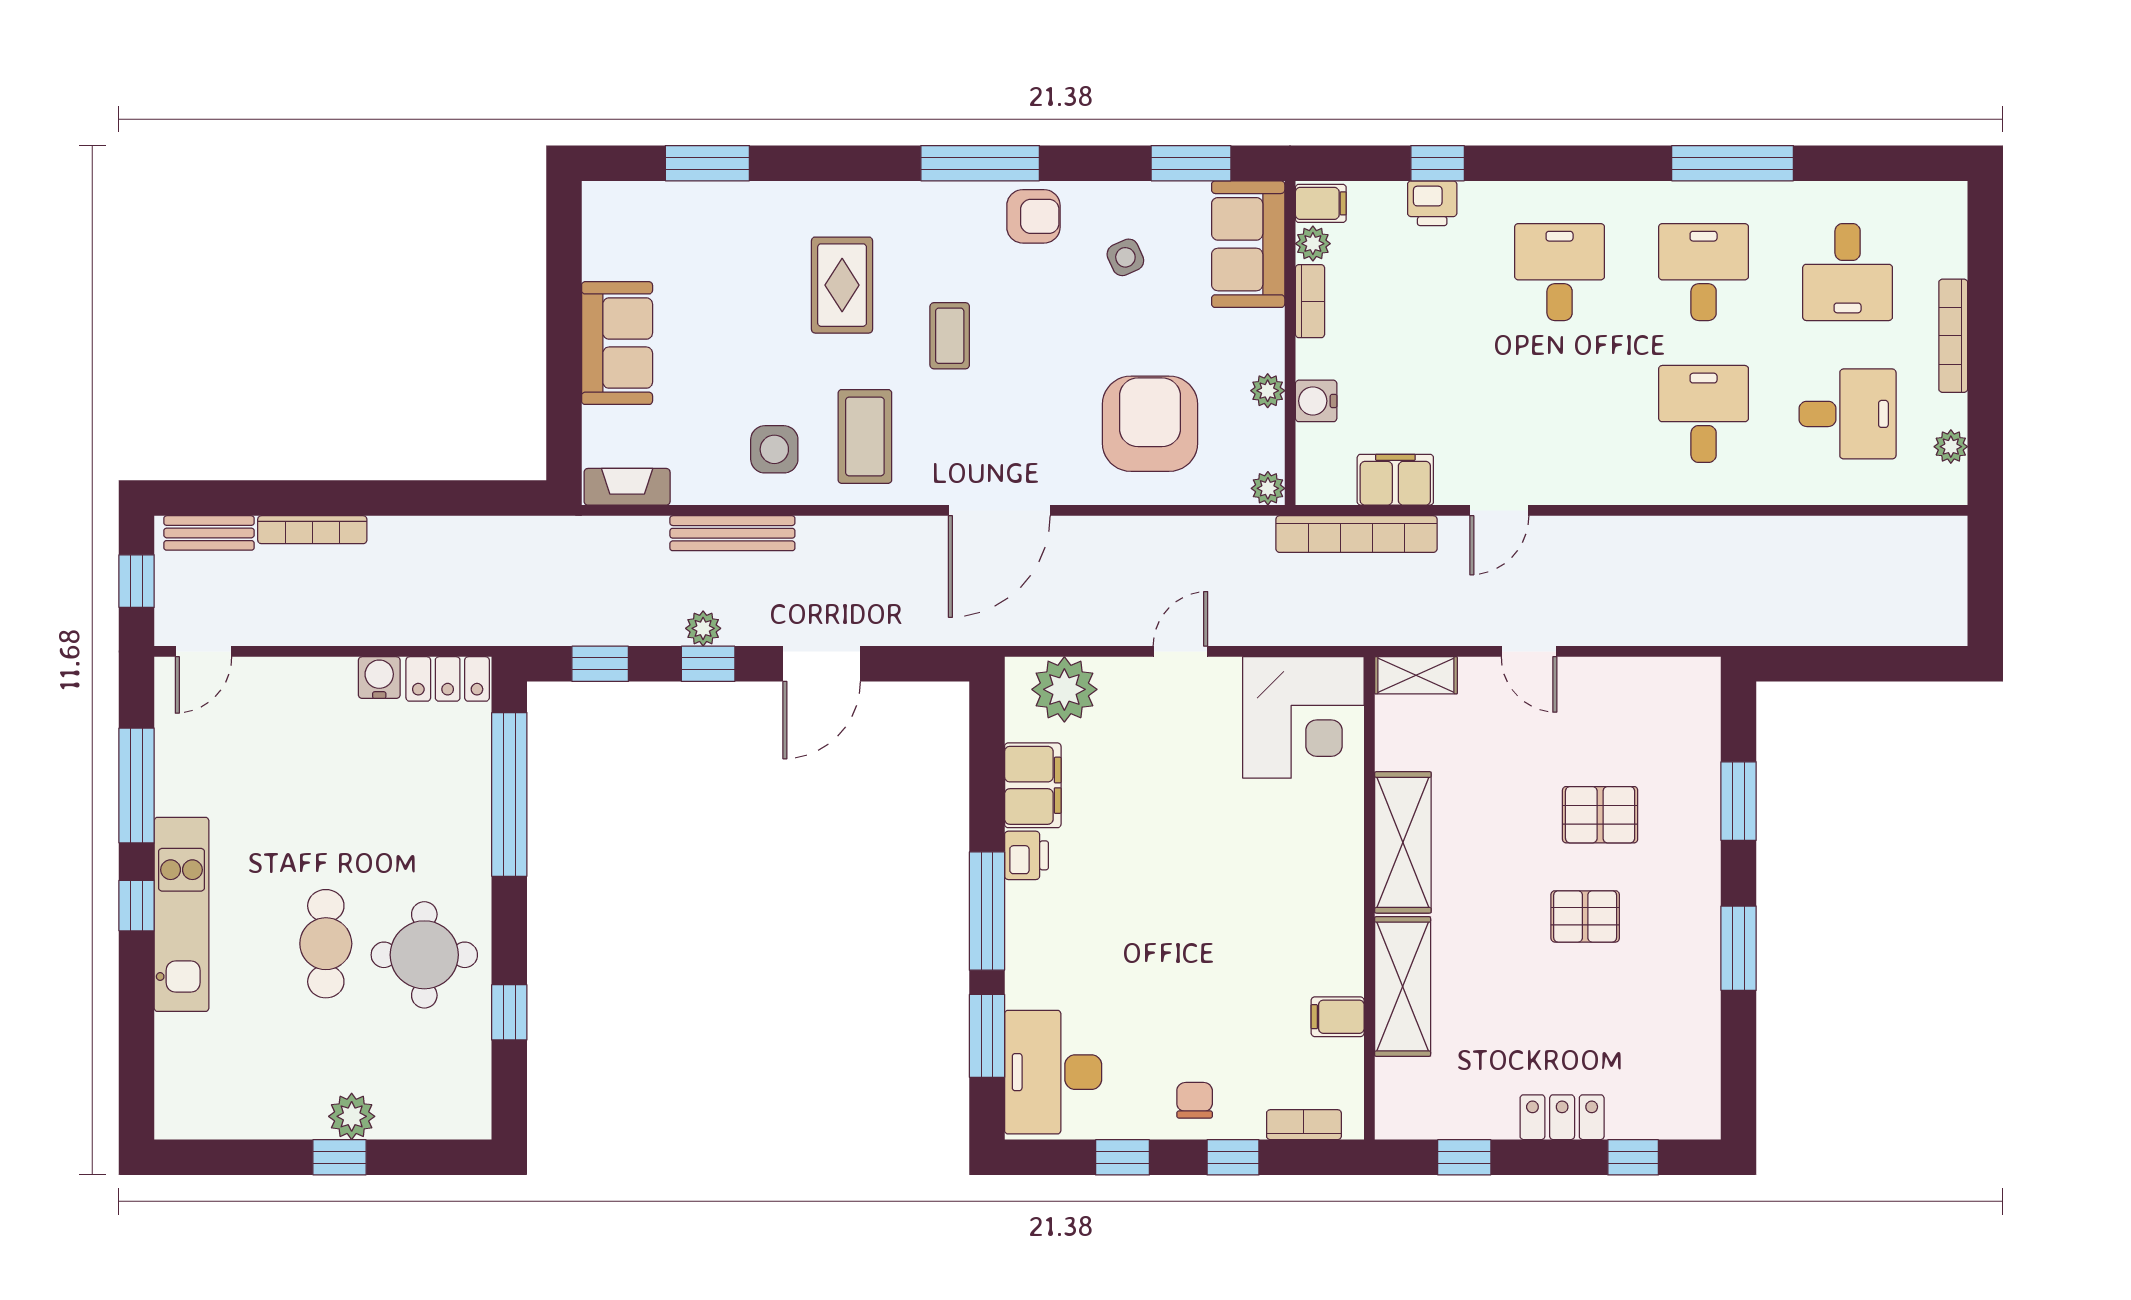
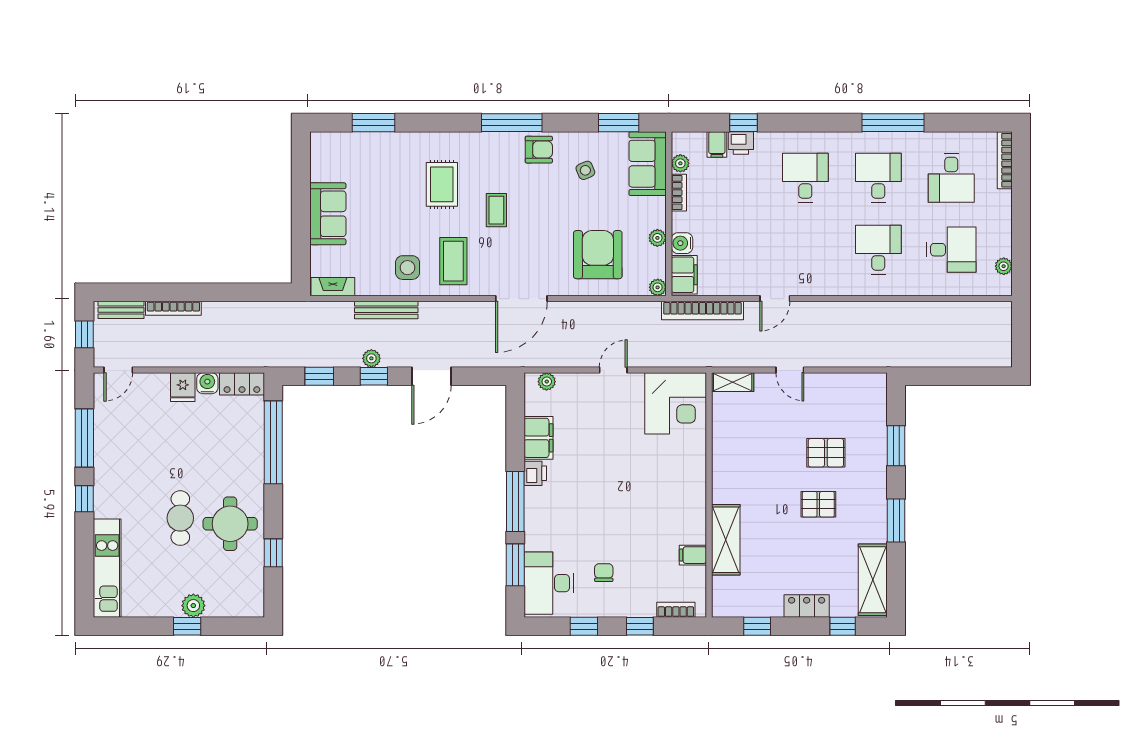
filing cabinet: (1321, 203) -> (717, 144), moved, turned 90
bookcase: (1953, 336) -> (1005, 160), moved
filing cabinet: (1395, 480) -> (684, 275), moved, turned 90
fridge: (331, 685) -> (183, 387), added
plant: (1064, 689) -> (547, 382), width x0.53, depth x0.53
shelving: (1403, 842) -> (873, 580), moved
kitchen unit: (182, 914) -> (107, 568), moved
chair: (1195, 1100) -> (604, 573), moved

